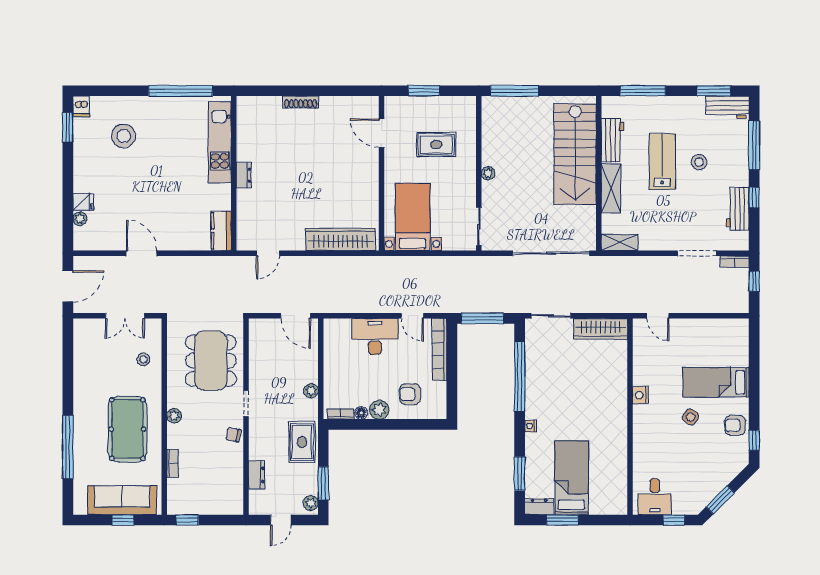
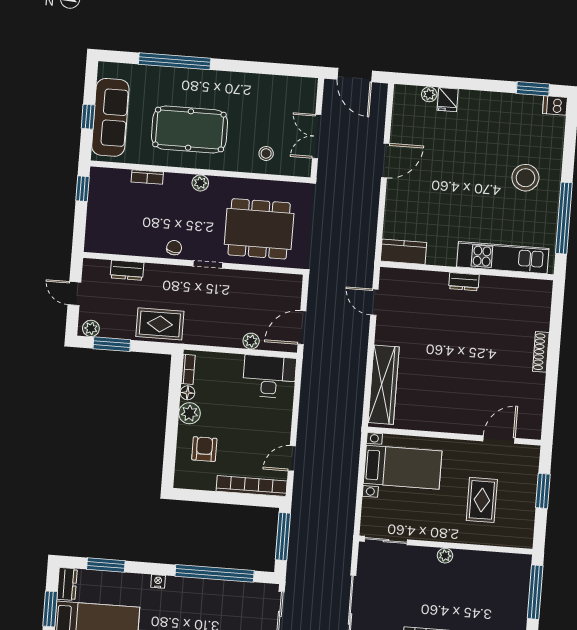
stool: (124, 136) -> (525, 178), moved
desk: (375, 336) -> (269, 377), moved, turned -90
plant: (311, 391) -> (251, 341), moved

